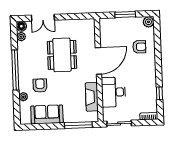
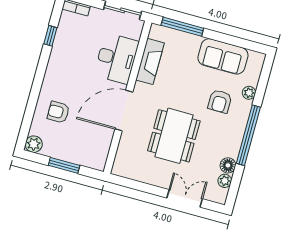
floor lamp: (21, 26) -> (228, 165), moved

